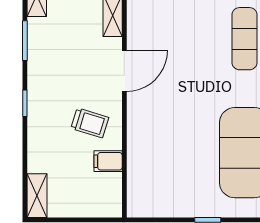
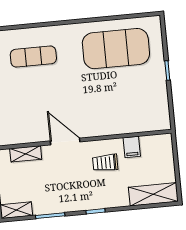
trolley: (90, 123) -> (105, 163), turned -107
shelving: (37, 196) -> (153, 194), width x1.50, depth x1.33

